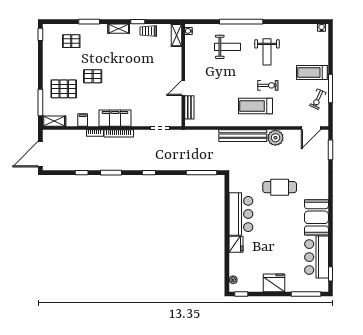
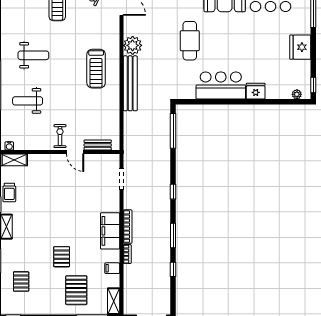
weight bench: (228, 47) -> (28, 101), turned -90
exercise bike: (268, 85) -> (60, 136), moved

